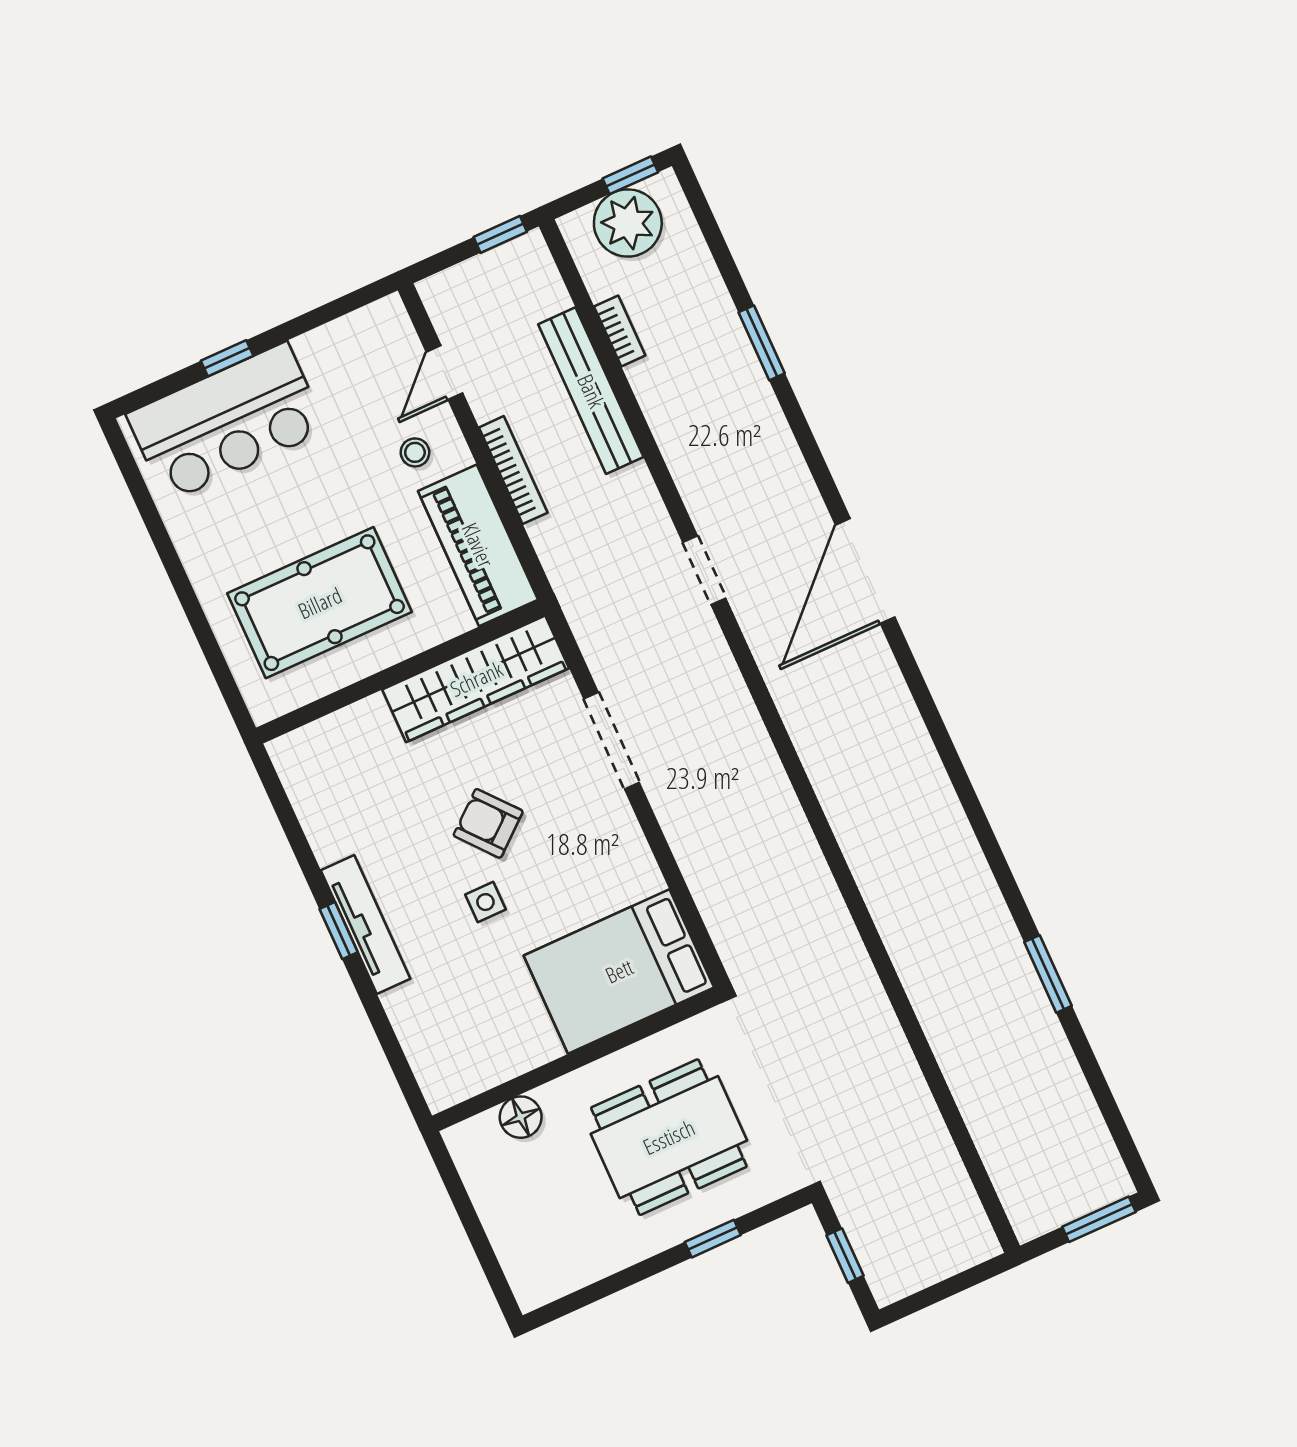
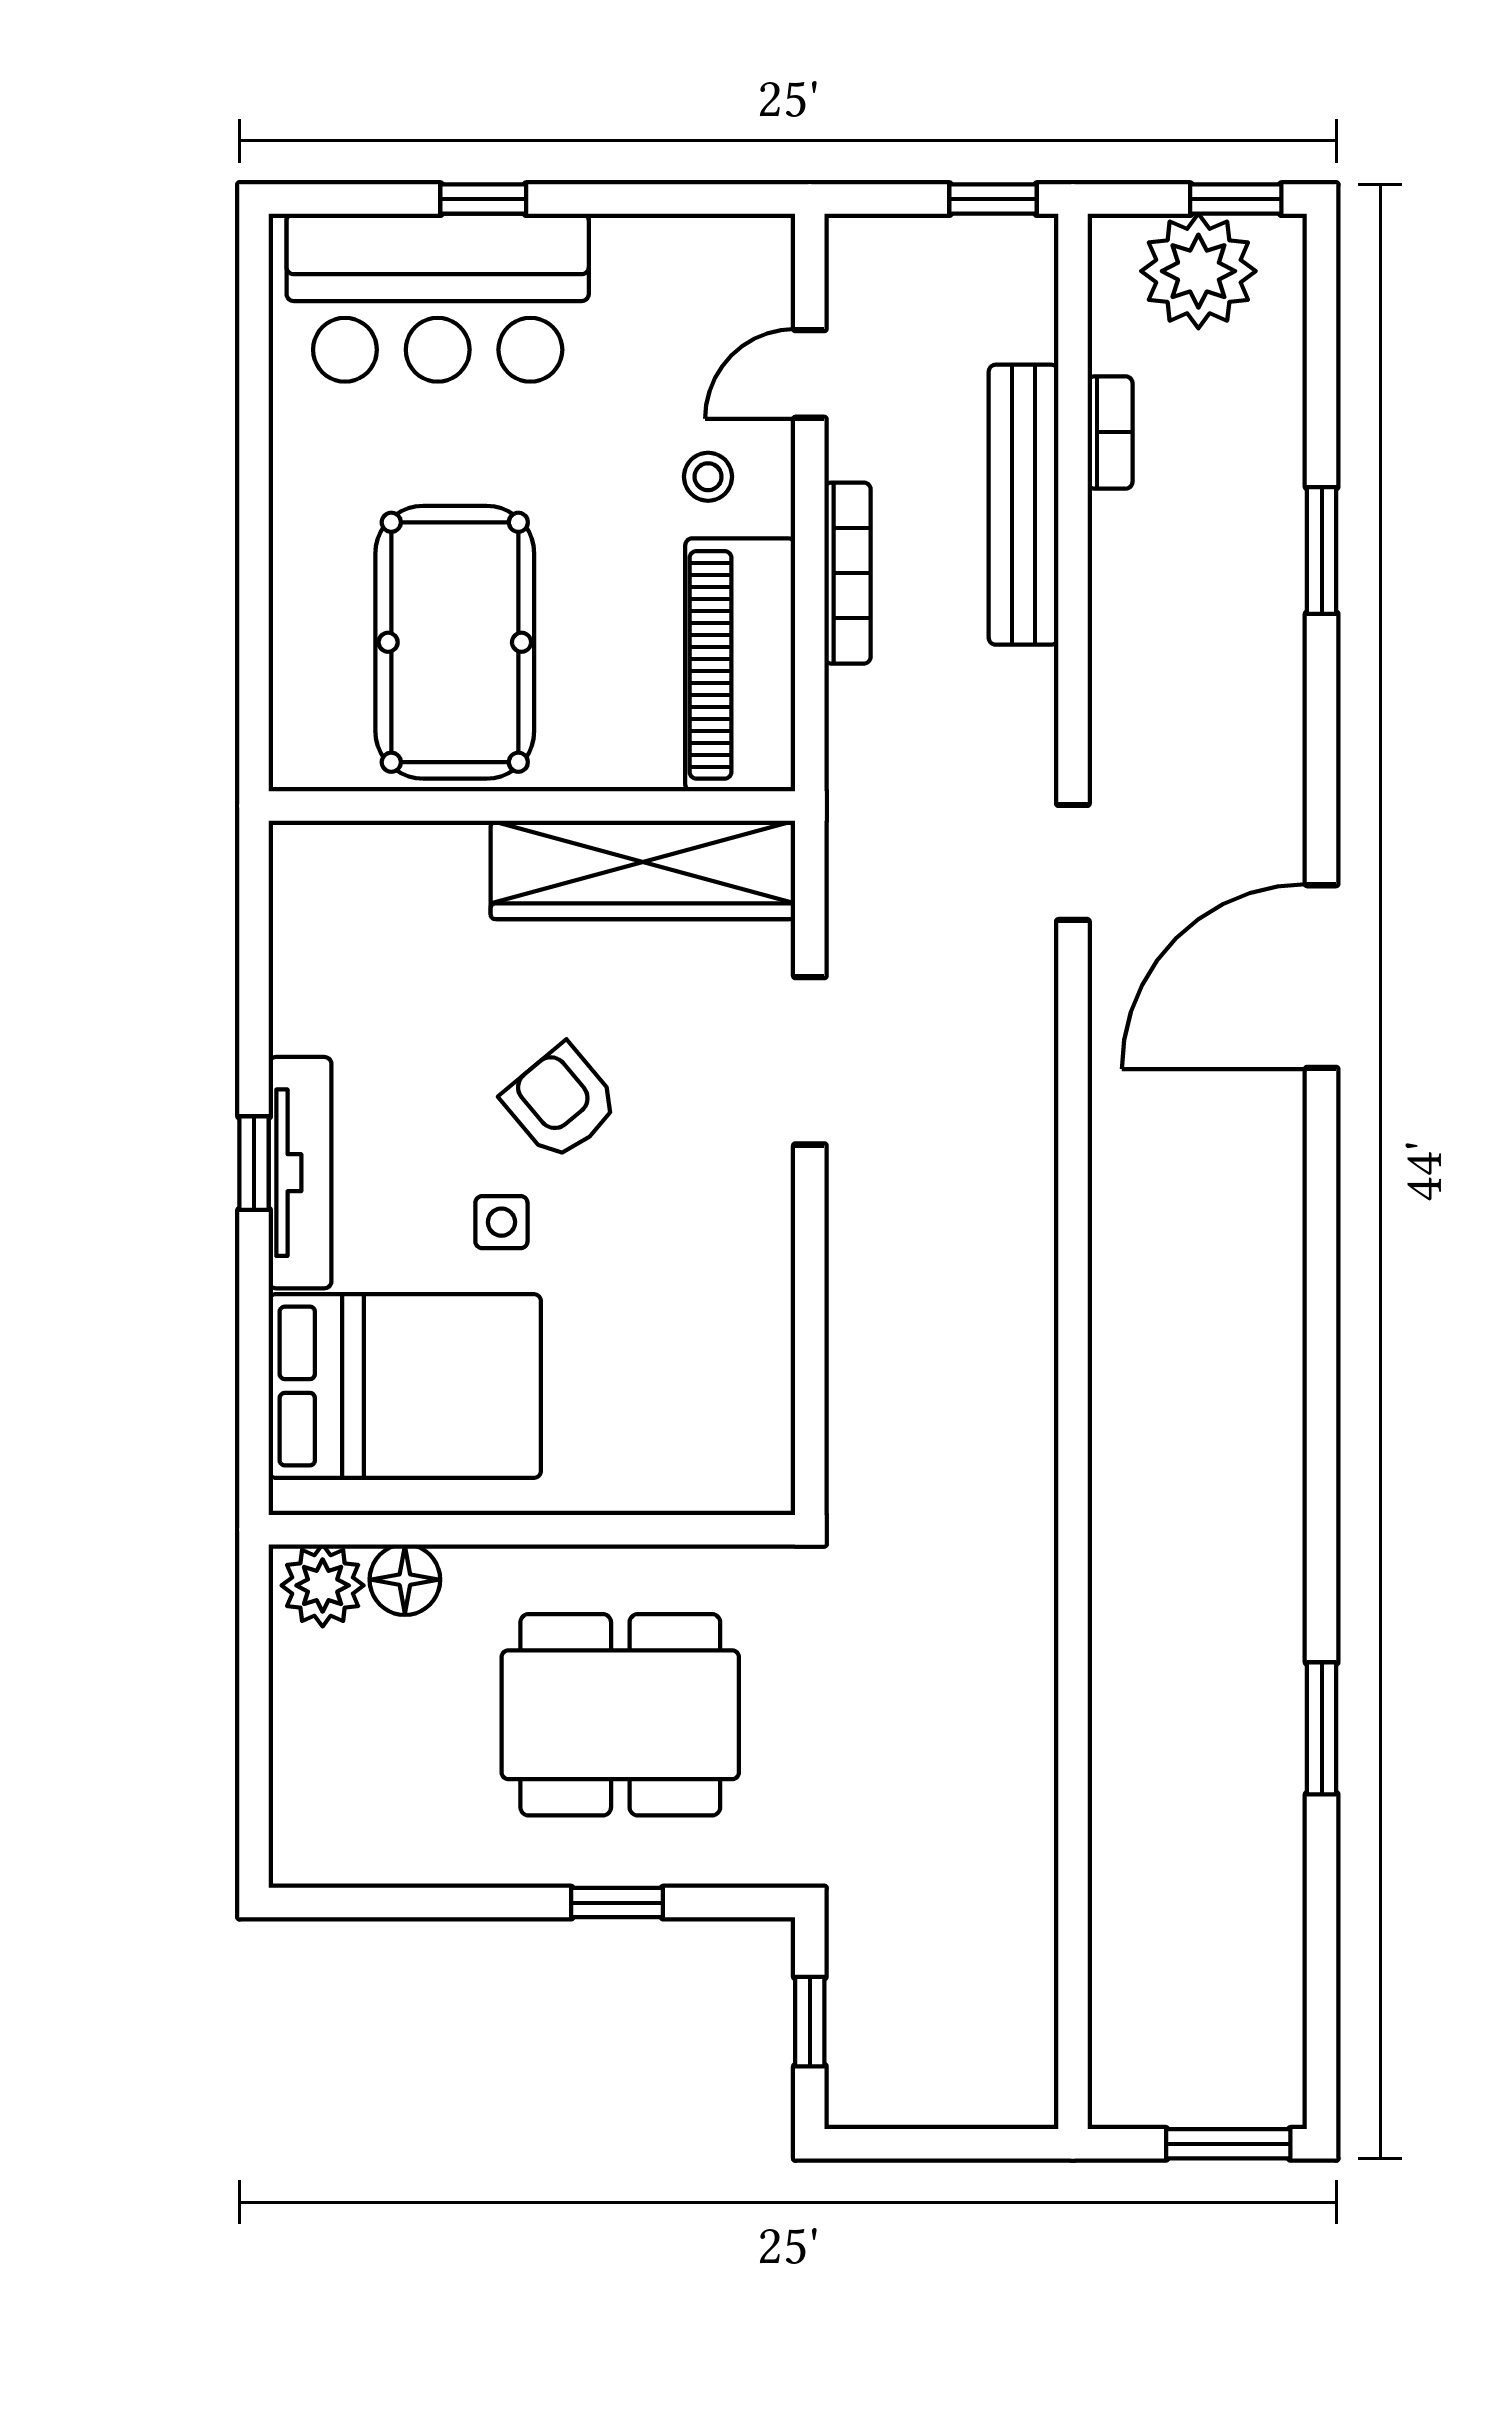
pool table: (320, 603) -> (455, 642), turned 90
bed: (619, 971) -> (405, 1386), moved, turned 180
plant: (478, 1140) -> (323, 1585), added

